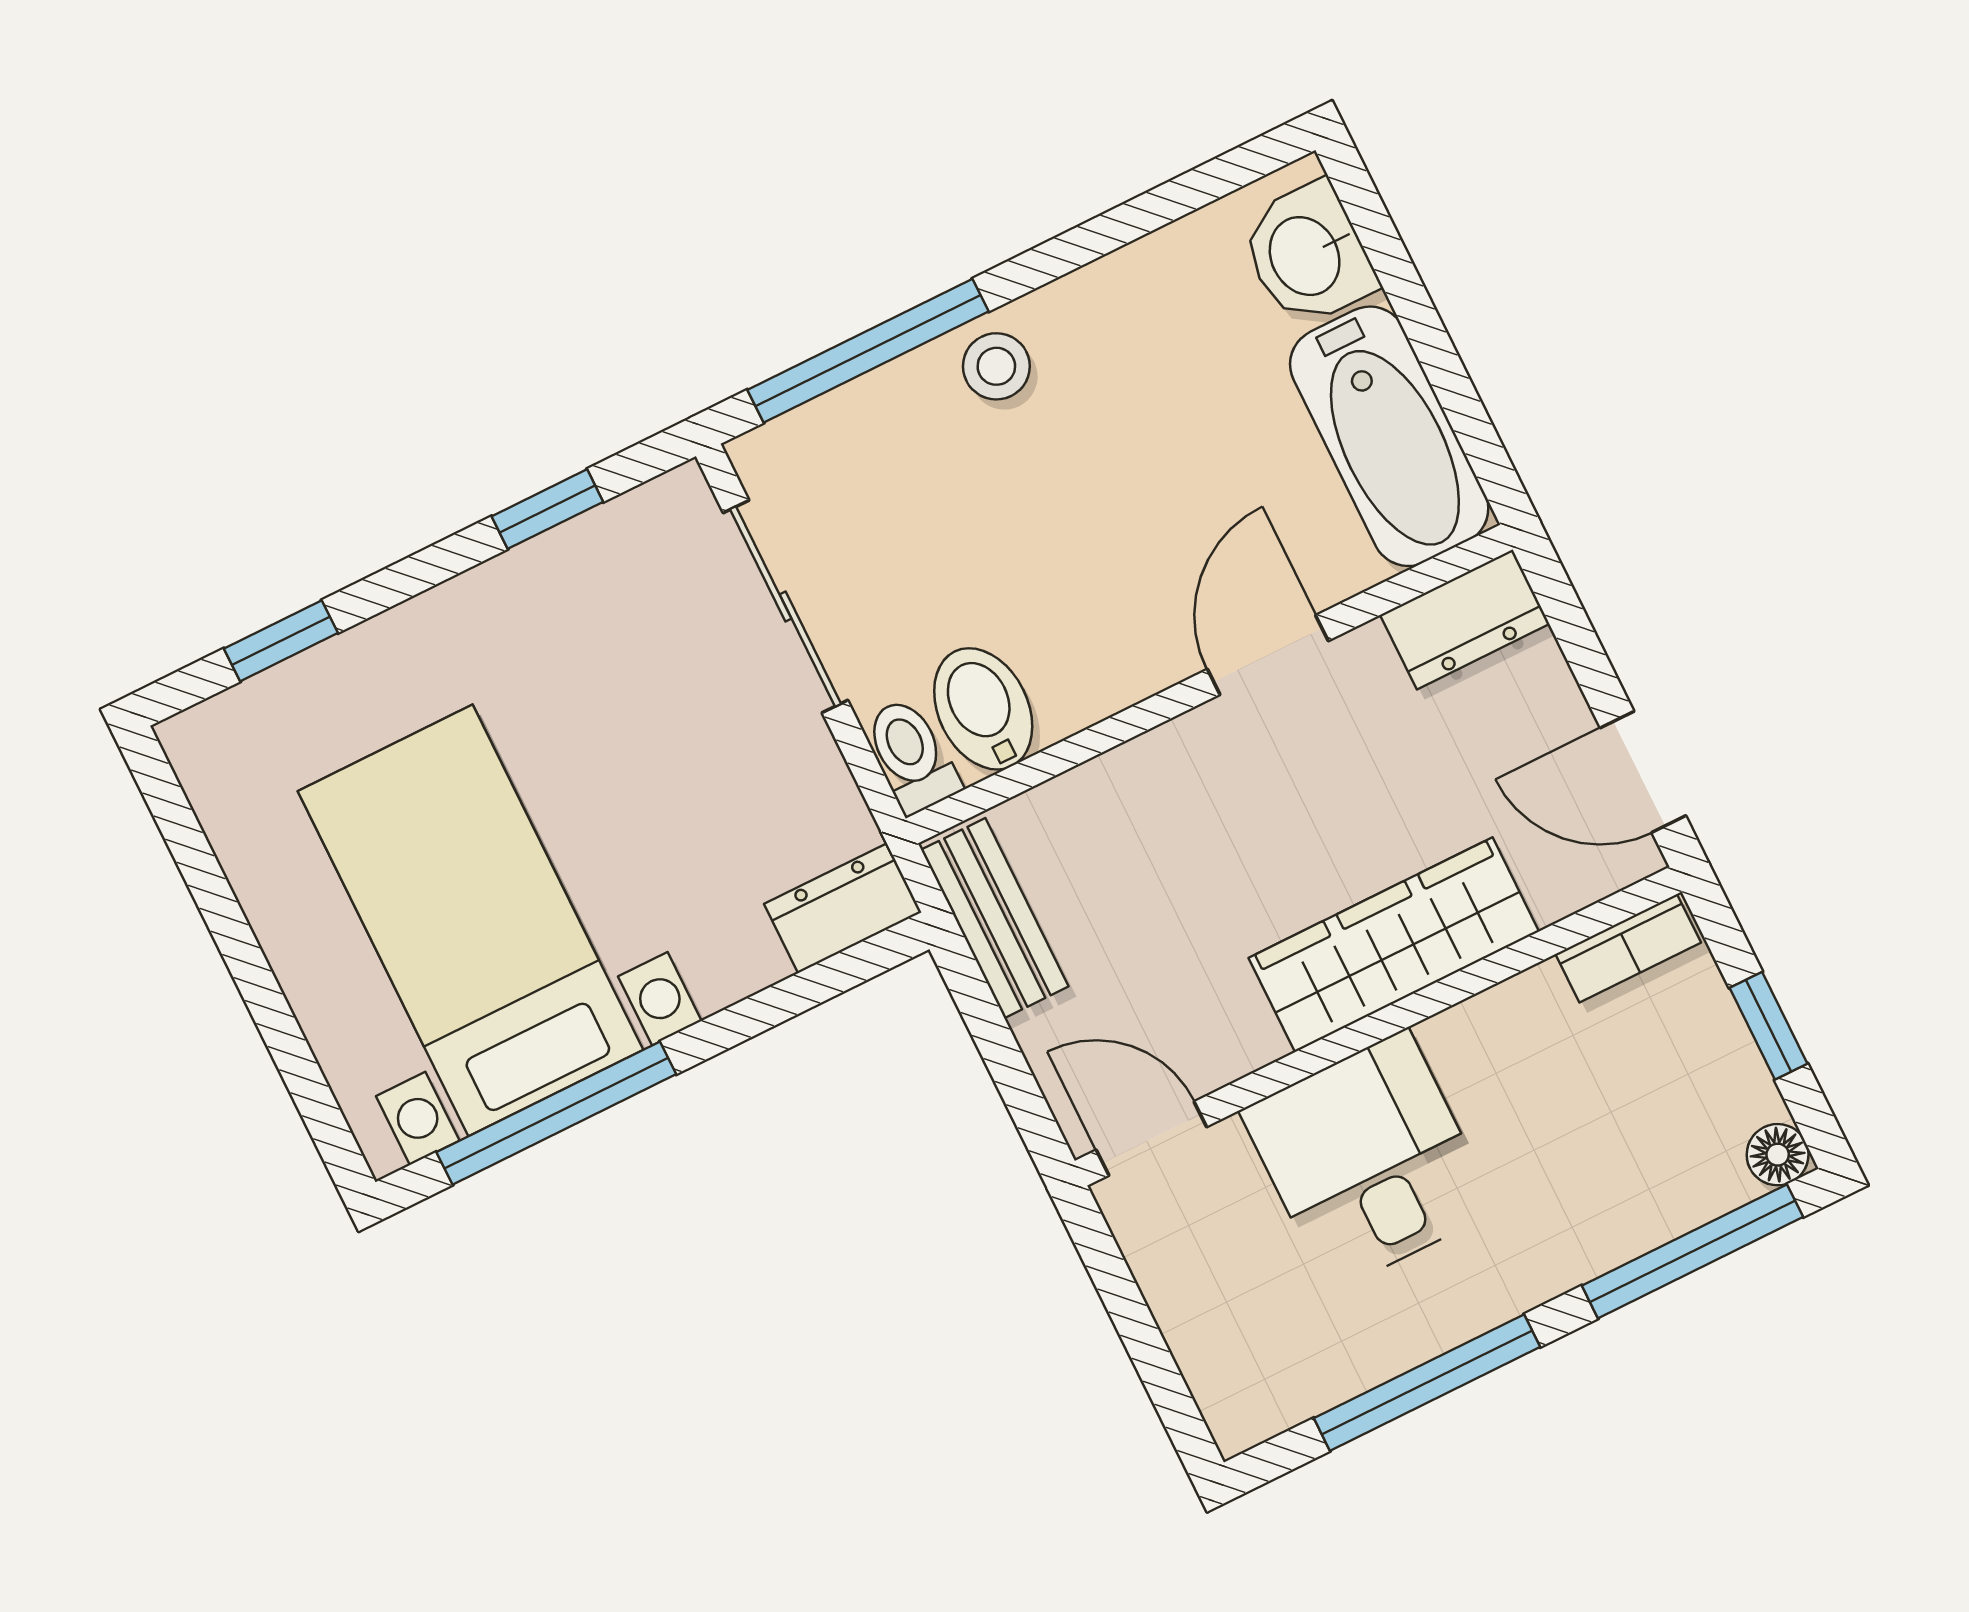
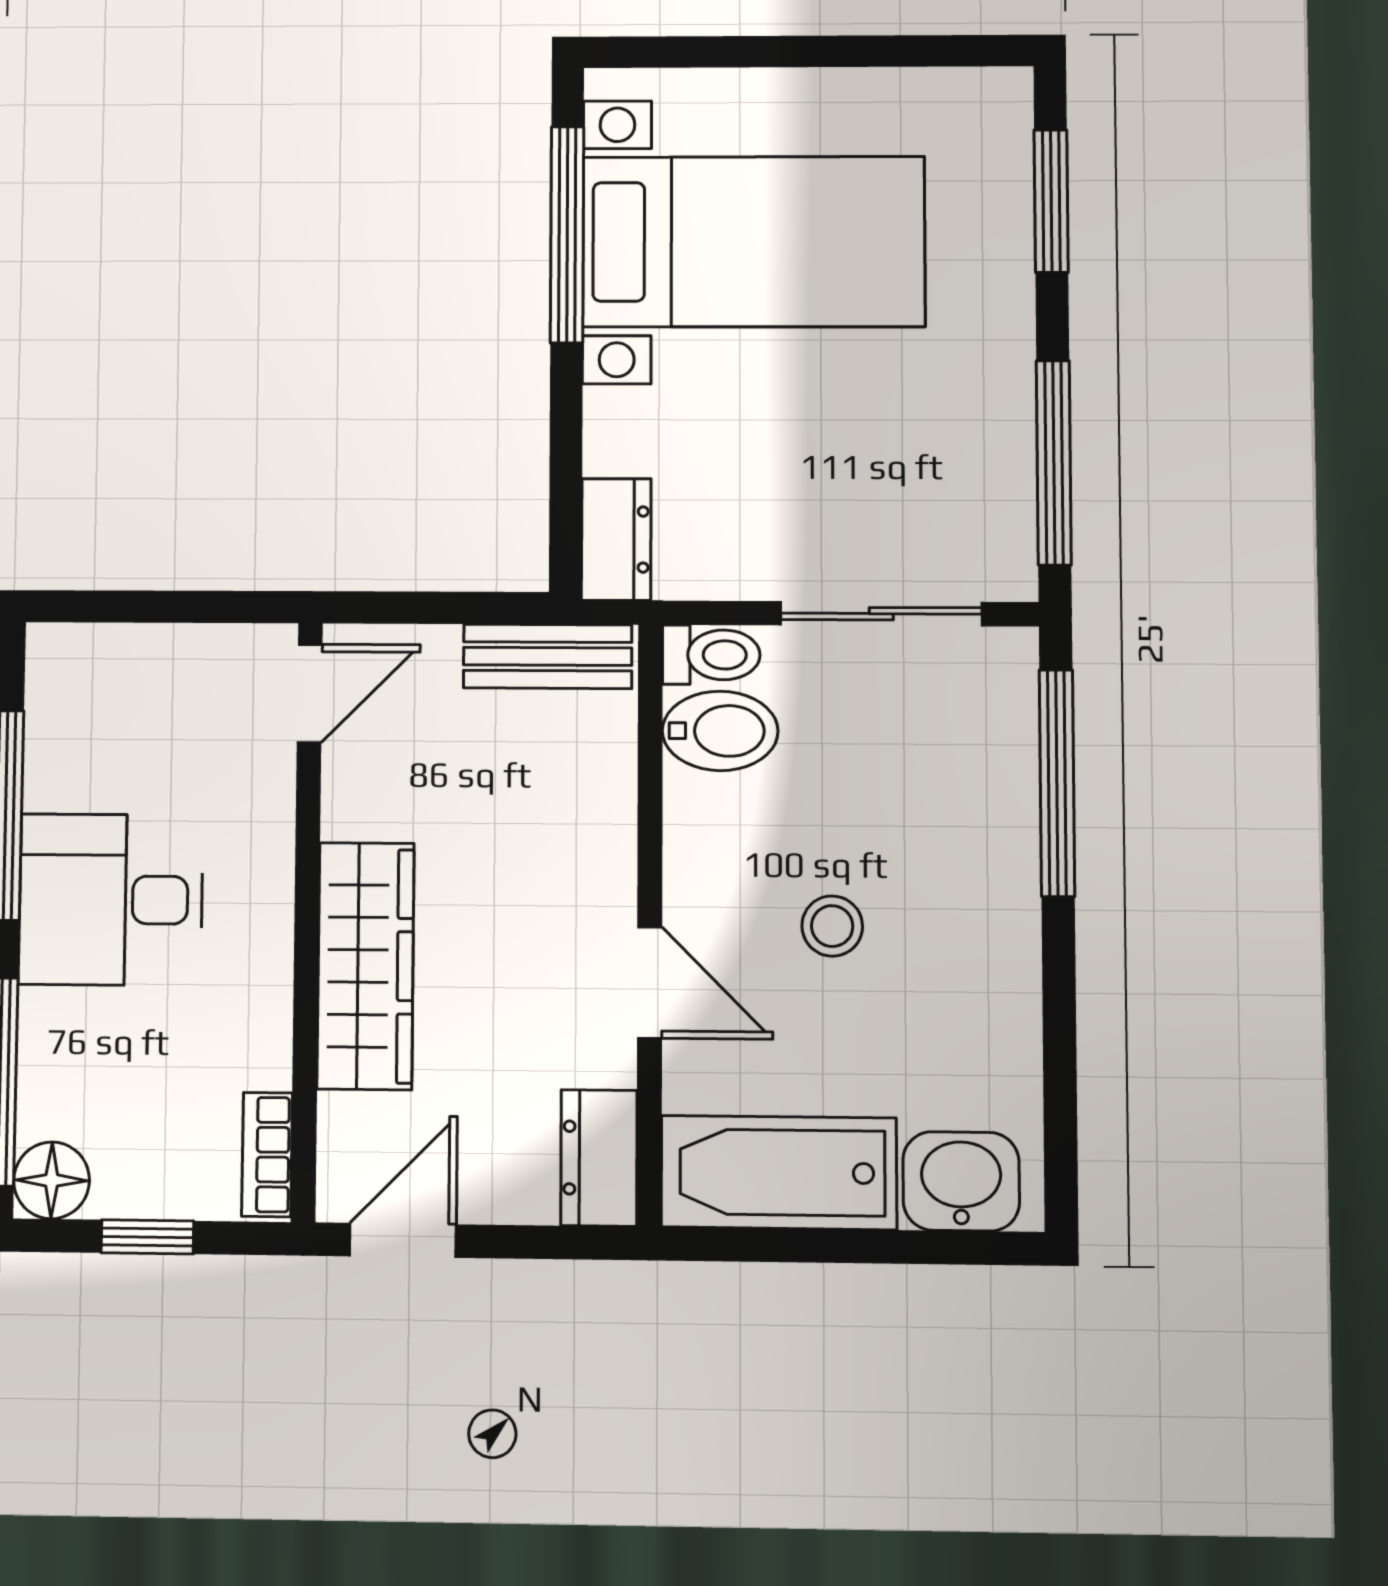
stool: (996, 366) -> (832, 926), moved
window: (547, 509) -> (1054, 463), width x2.17
window: (281, 641) -> (1051, 201), width x1.50
floor lamp: (1778, 1155) -> (52, 1180), width x1.37, depth x1.37
desk: (1369, 1161) -> (111, 900), moved, turned 180

